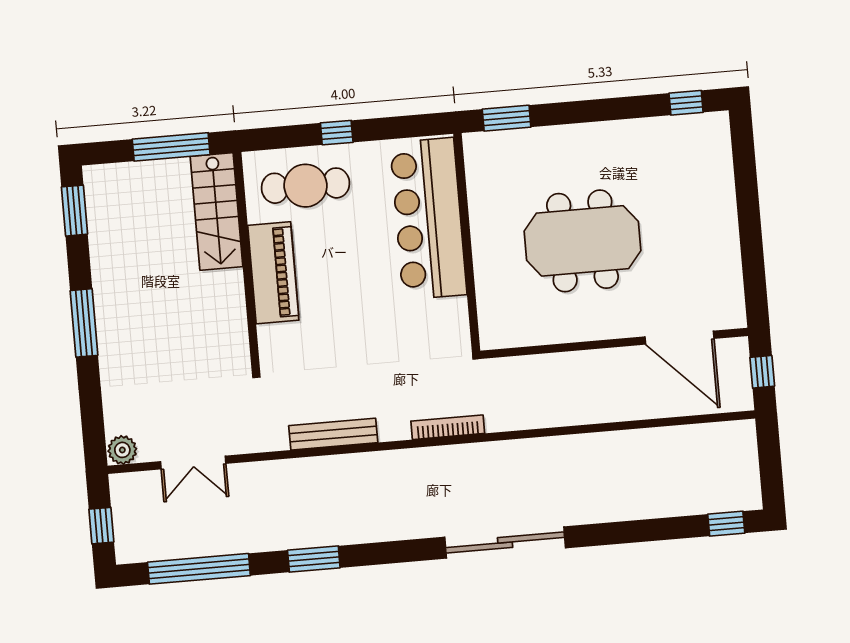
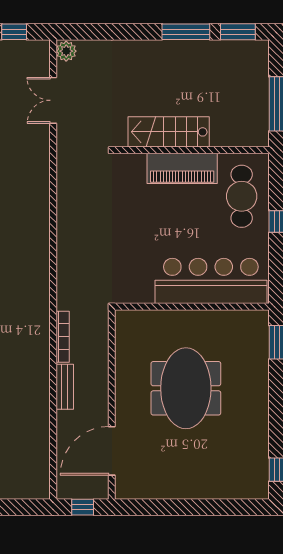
stairs: (217, 211) -> (169, 132), moved
window: (84, 323) -> (186, 32), moved
bookcase: (448, 427) -> (63, 337), moved
bench: (333, 434) -> (65, 387), moved, width x0.73

